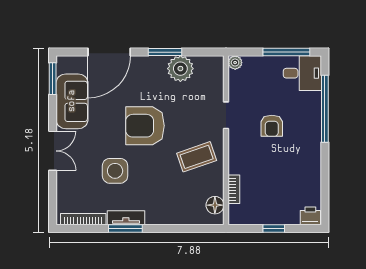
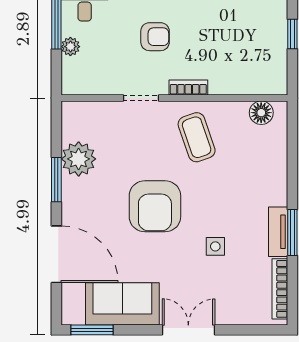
plant: (235, 63) -> (70, 47), moved
side table: (115, 171) -> (215, 246), width x0.54, depth x0.54
bookcase: (234, 189) -> (188, 87), moved

